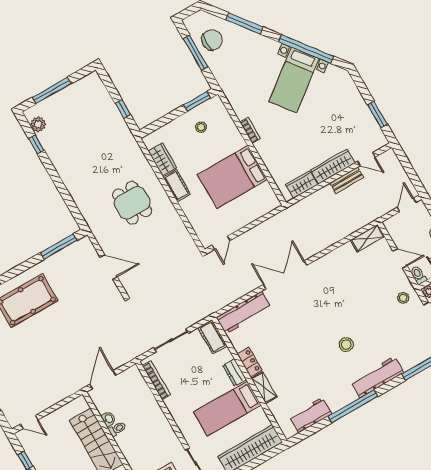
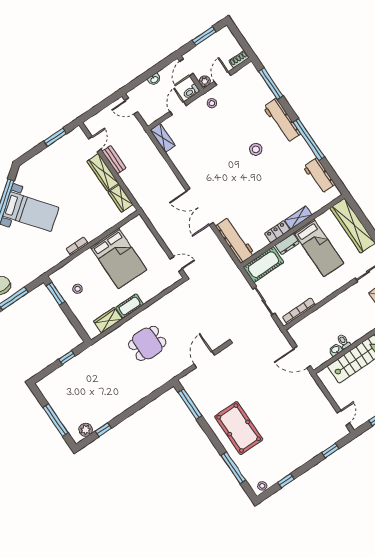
cot: (212, 337) -> (263, 265), width x1.37, depth x1.34

